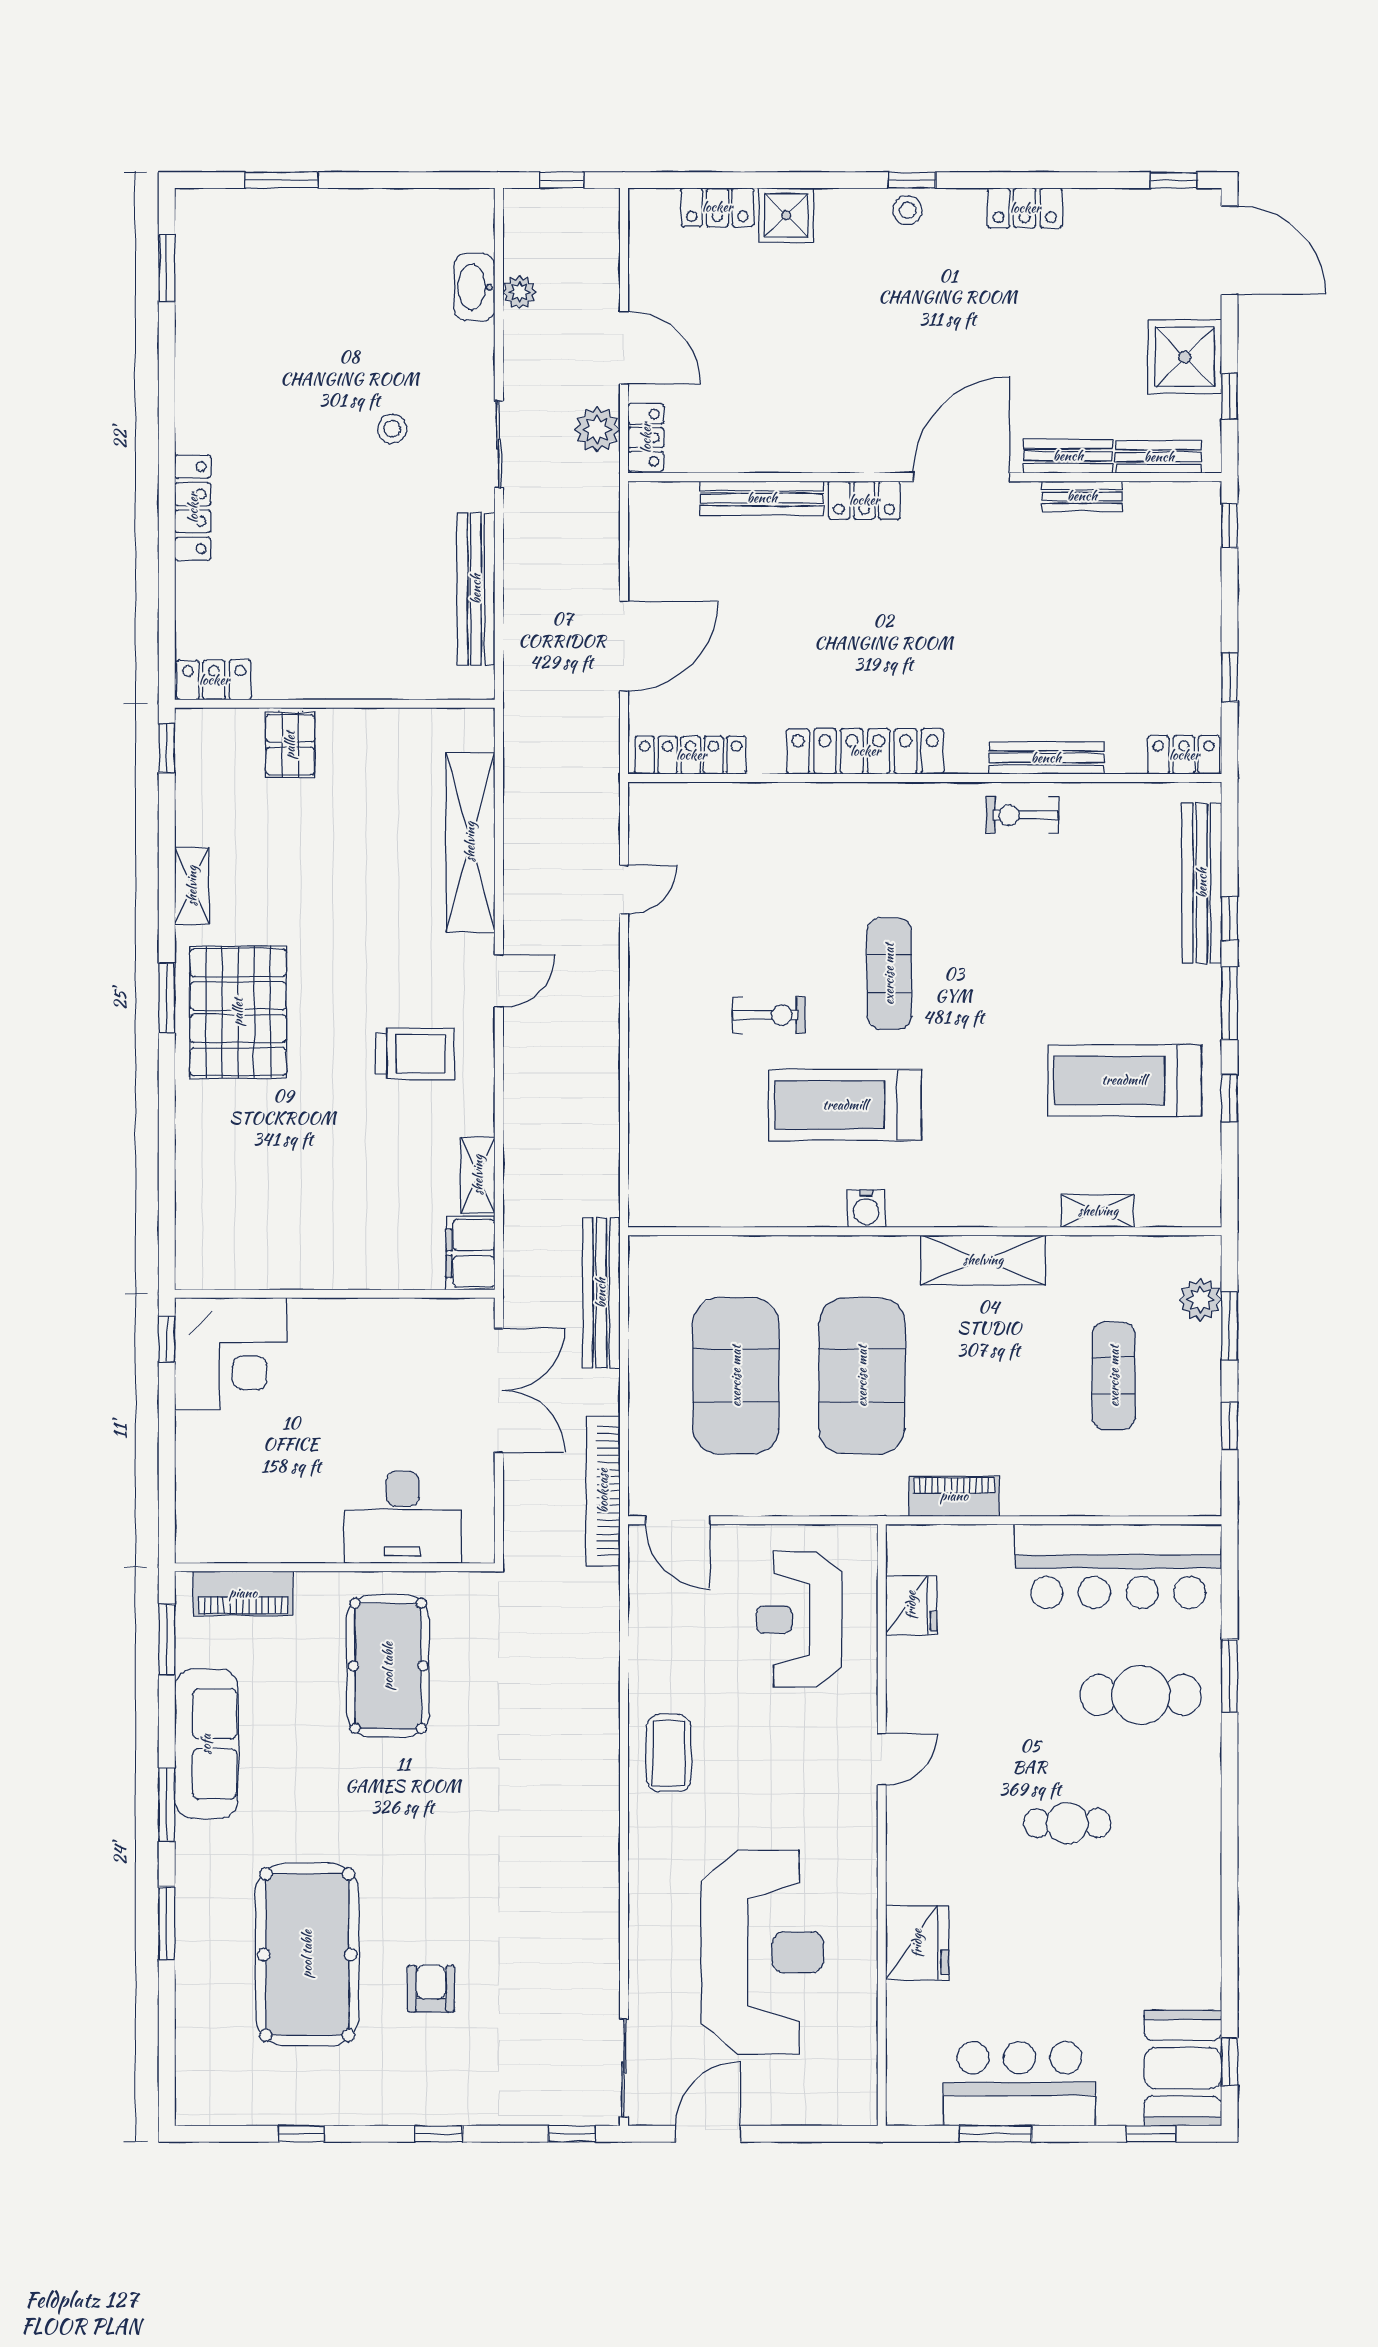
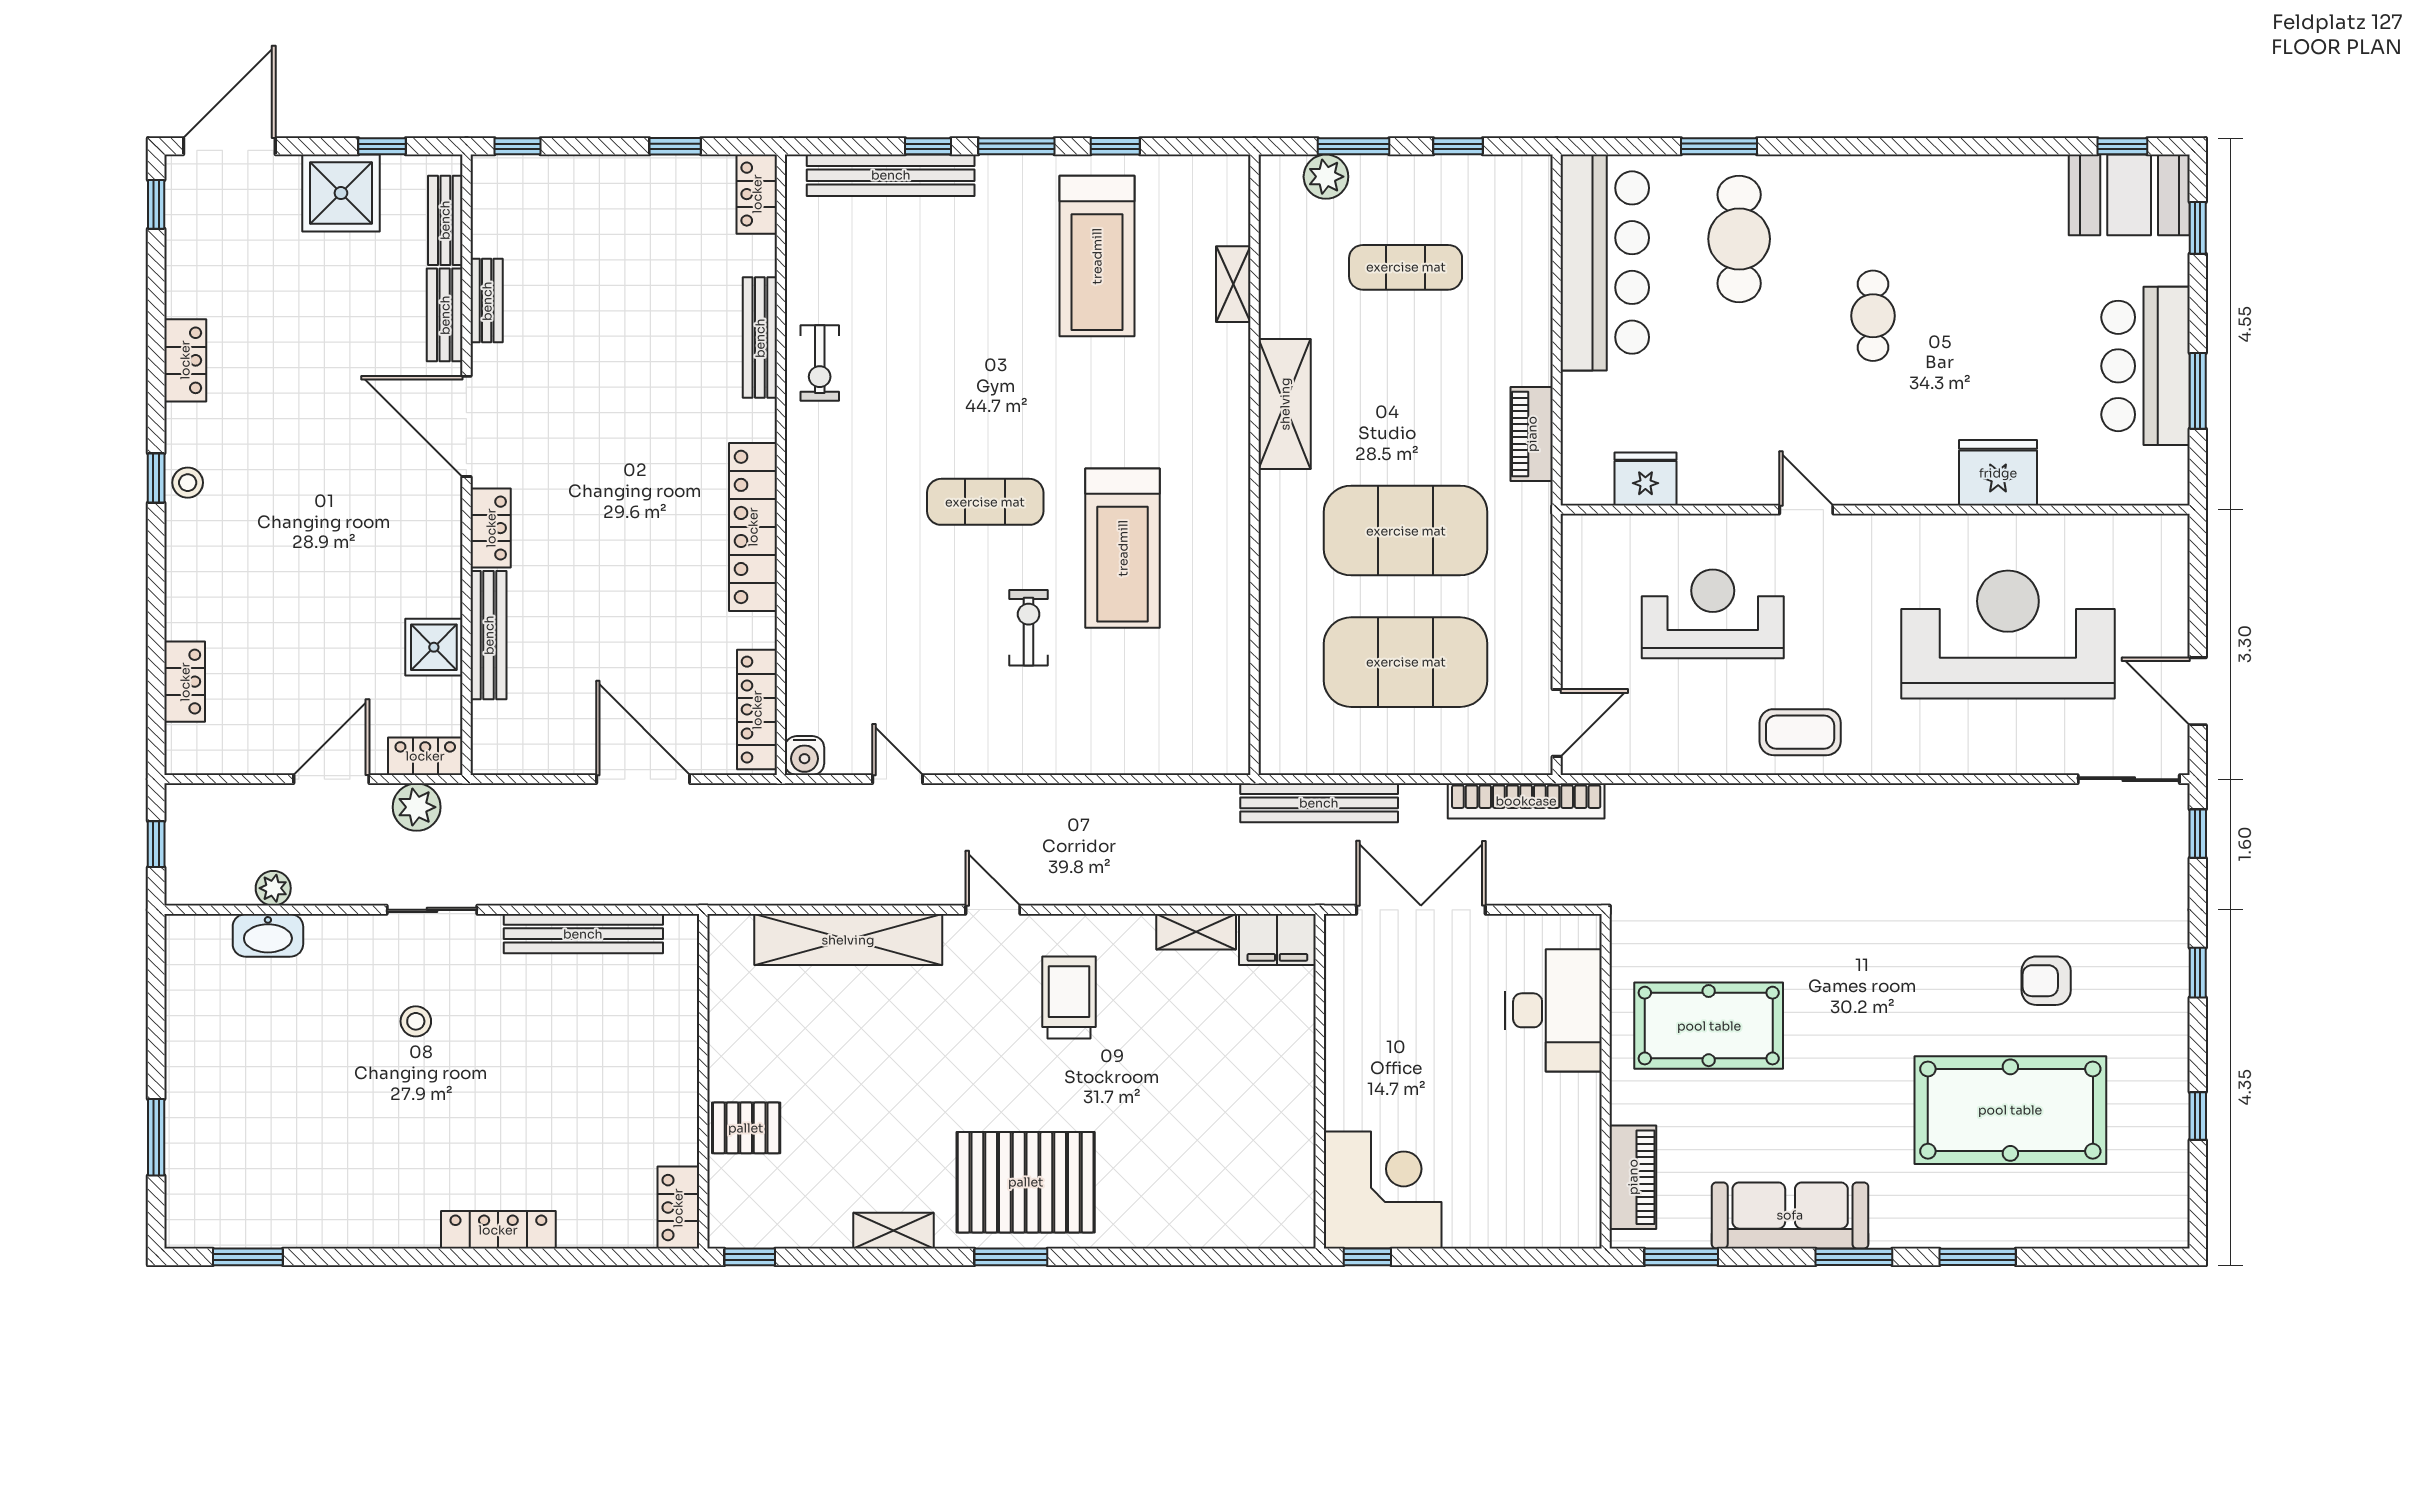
shower: (786, 215) -> (434, 647), moved
water cooler: (866, 1209) -> (804, 756), moved, turned 90
reception desk: (799, 1619) -> (1713, 614), moved, turned 180

